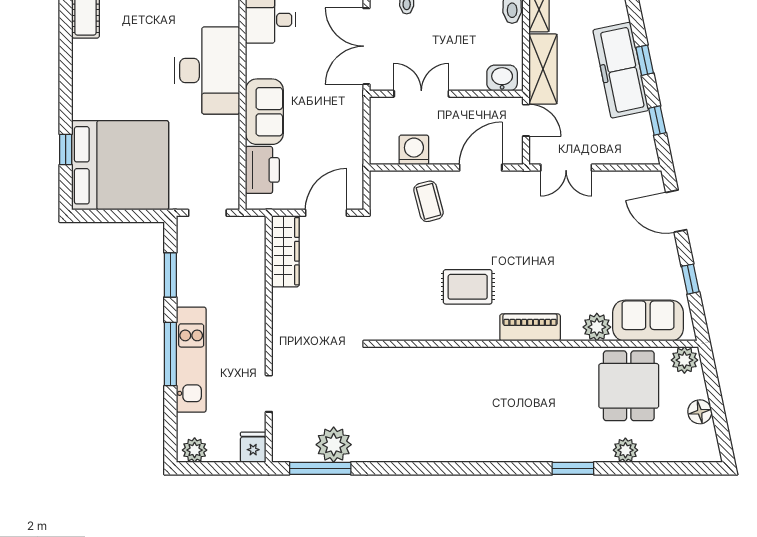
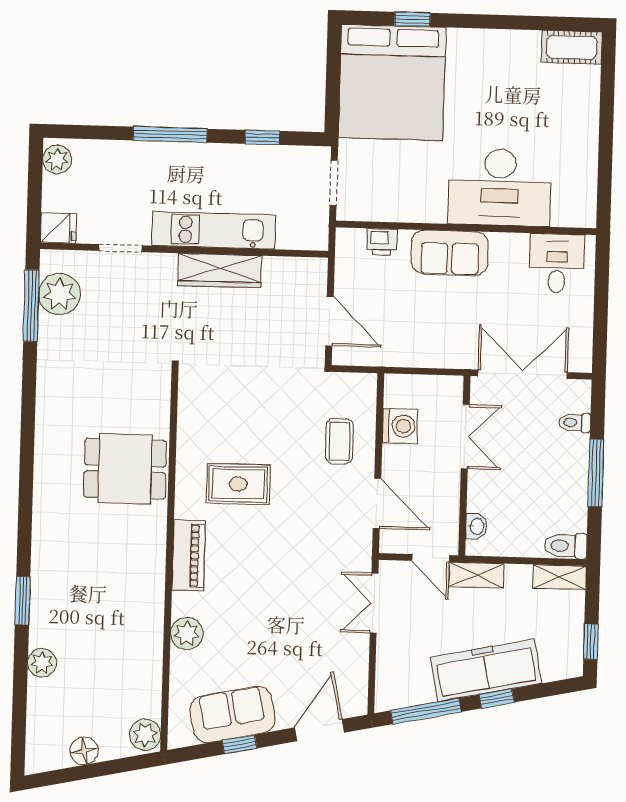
shelving: (543, 69) -> (476, 575), width x0.67, depth x0.75
washbasin: (502, 78) -> (476, 526), width x0.72, depth x0.69
door: (526, 120) -> (431, 558), hinge flipped
window: (657, 121) -> (426, 711), width x2.17
printer: (262, 170) -> (382, 242), width x0.53, depth x0.68
coffee table: (428, 201) -> (339, 441), turned -75
wardrobe: (285, 251) -> (220, 270), moved
window: (170, 275) -> (262, 137), width x0.67
rug: (468, 287) -> (238, 484), turned 90
sofa: (648, 321) -> (233, 714), moved, turned -102
kitchen unit: (191, 360) -> (214, 230), moved, turned 180
dining table: (629, 386) -> (125, 469), moved
plant: (334, 445) -> (59, 294), moved

